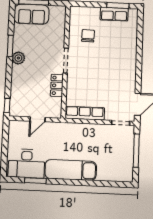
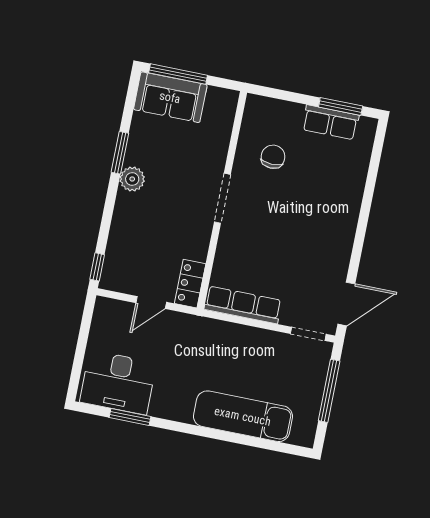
locker: (57, 85) -> (190, 284), moved
exam couch: (71, 170) -> (243, 416), moved

